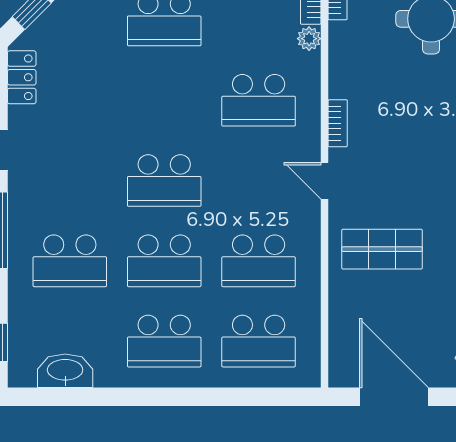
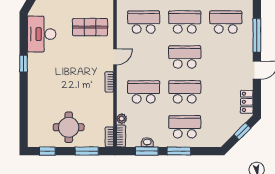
school desk: (164, 100) -> (185, 92), added
door: (325, 181) -> (115, 57), hinge flipped

